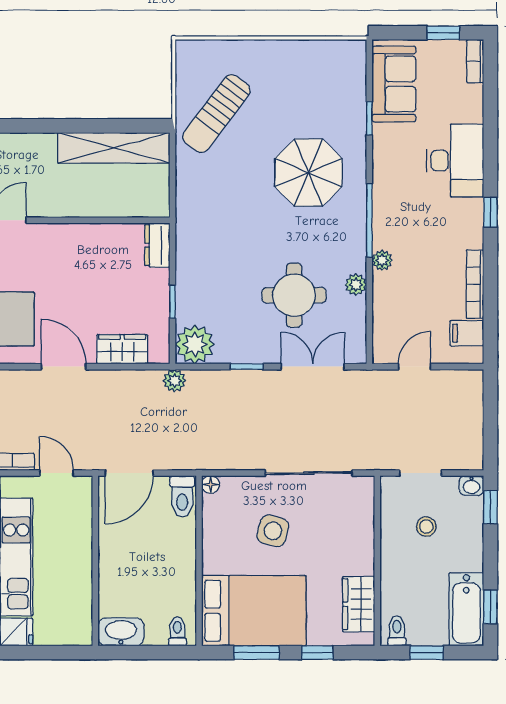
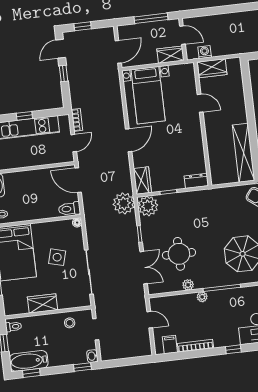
wardrobe: (122, 349) -> (142, 181), moved
plant: (174, 380) -> (124, 203), width x1.87, depth x1.87
stool: (426, 527) -> (70, 323), moved
wardrobe: (359, 604) -> (42, 303), moved

